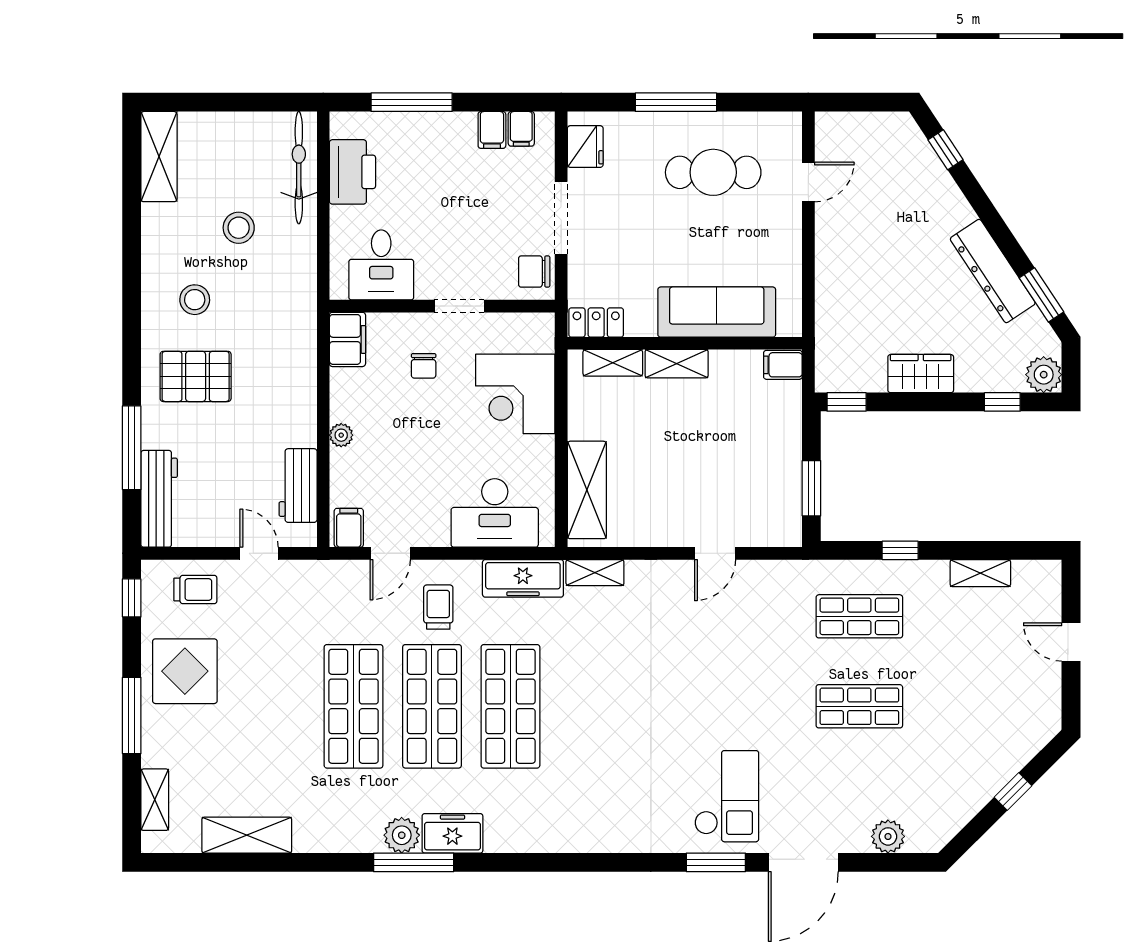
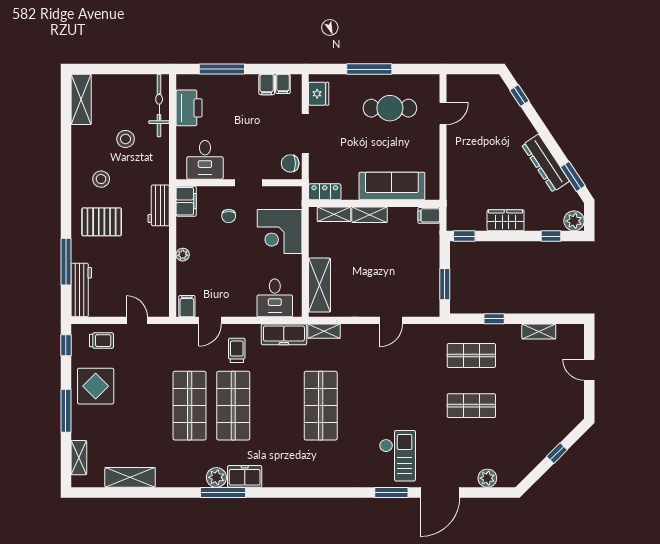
workbench: (298, 486) -> (159, 205), moved
desk: (495, 513) -> (275, 298), width x0.73
shop shelf: (510, 706) -> (321, 406), moved

